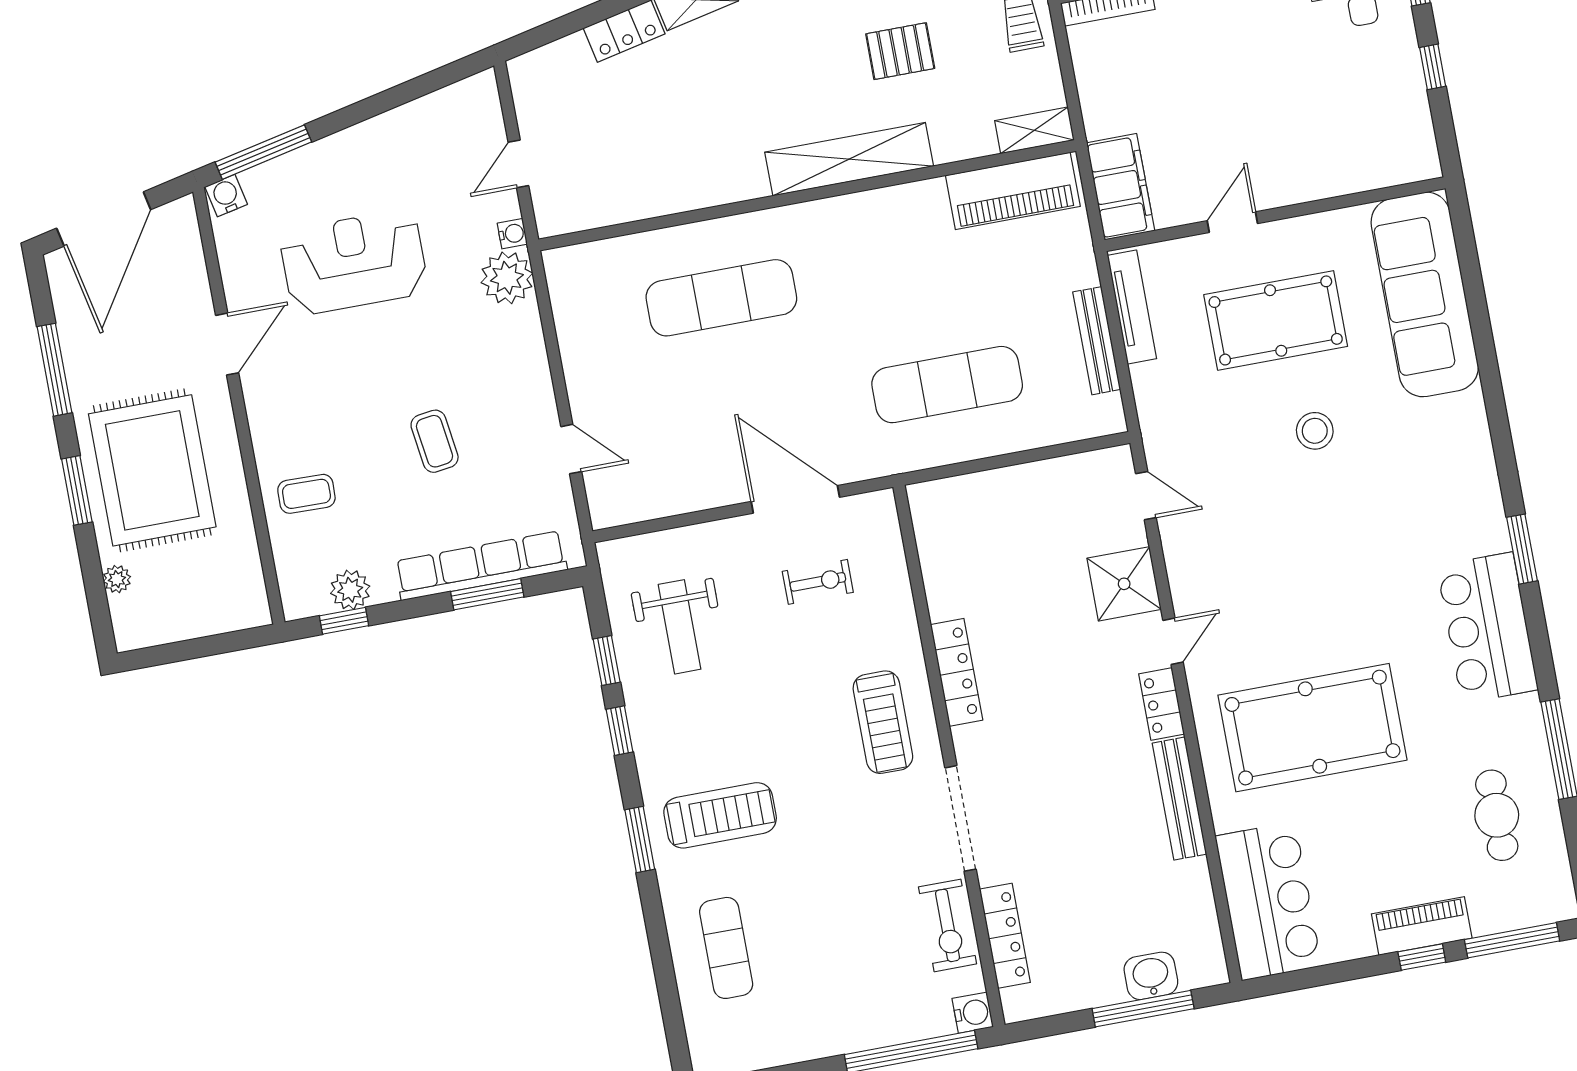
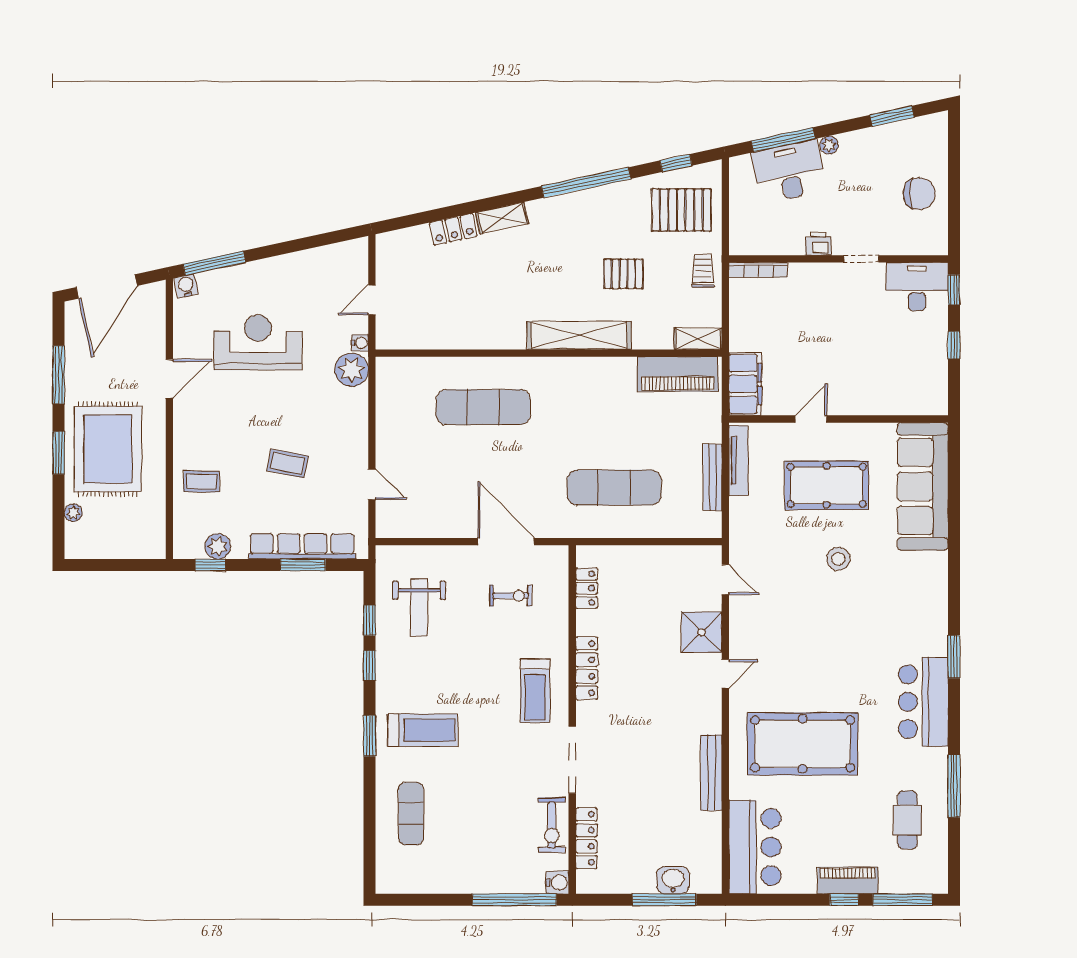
coffee table: (435, 441) -> (288, 463), turned -71
locker: (1162, 704) -> (587, 588), moved, turned 180

